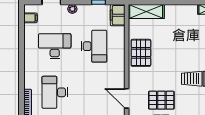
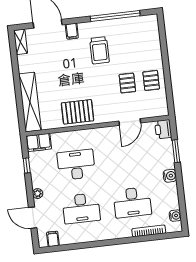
shelving: (146, 12) -> (30, 102), width x1.47
desk: (55, 46) -> (81, 208), turned -90
pallet: (161, 100) -> (127, 83), width x0.67, depth x0.71

